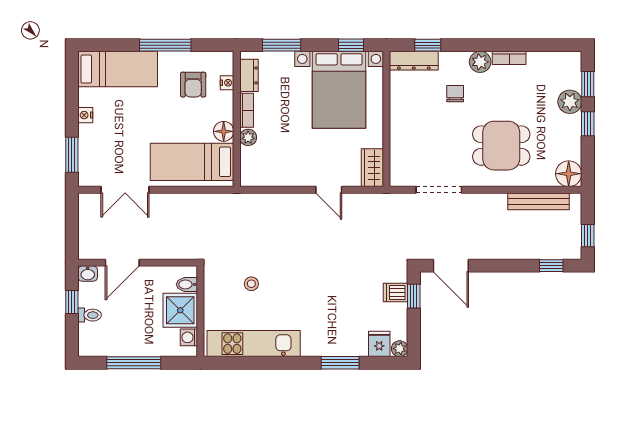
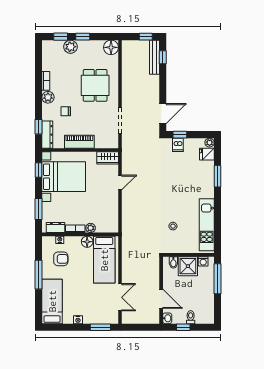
piano: (401, 118) -> (79, 142), added
bench: (539, 201) -> (155, 57), moved
window: (134, 363) -> (217, 279), moved

